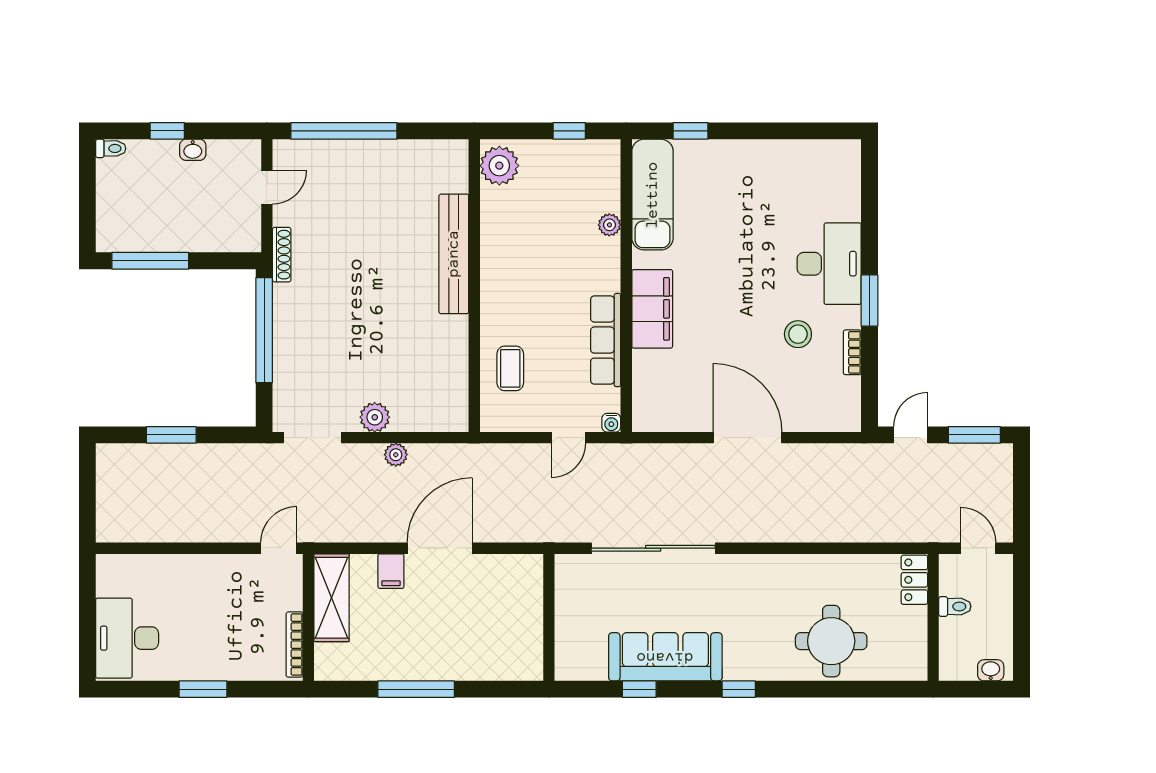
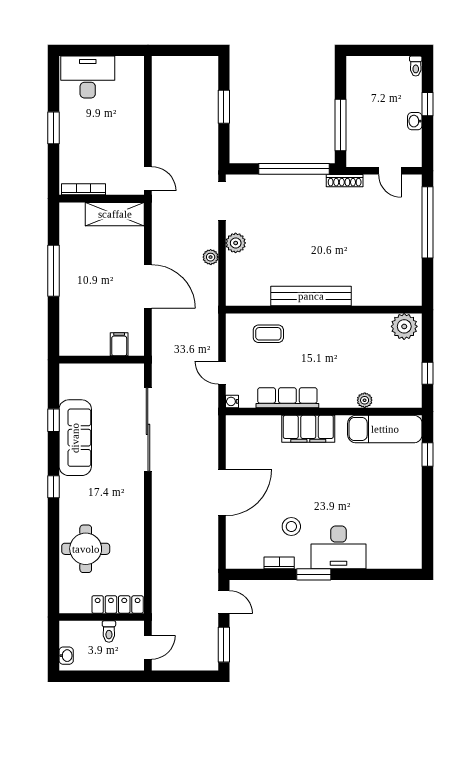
bench: (454, 254) -> (311, 296), moved
window: (150, 261) -> (340, 125), moved
filing cabinet: (391, 571) -> (119, 344), moved, turned 90
locker: (914, 580) -> (118, 604), width x1.53

